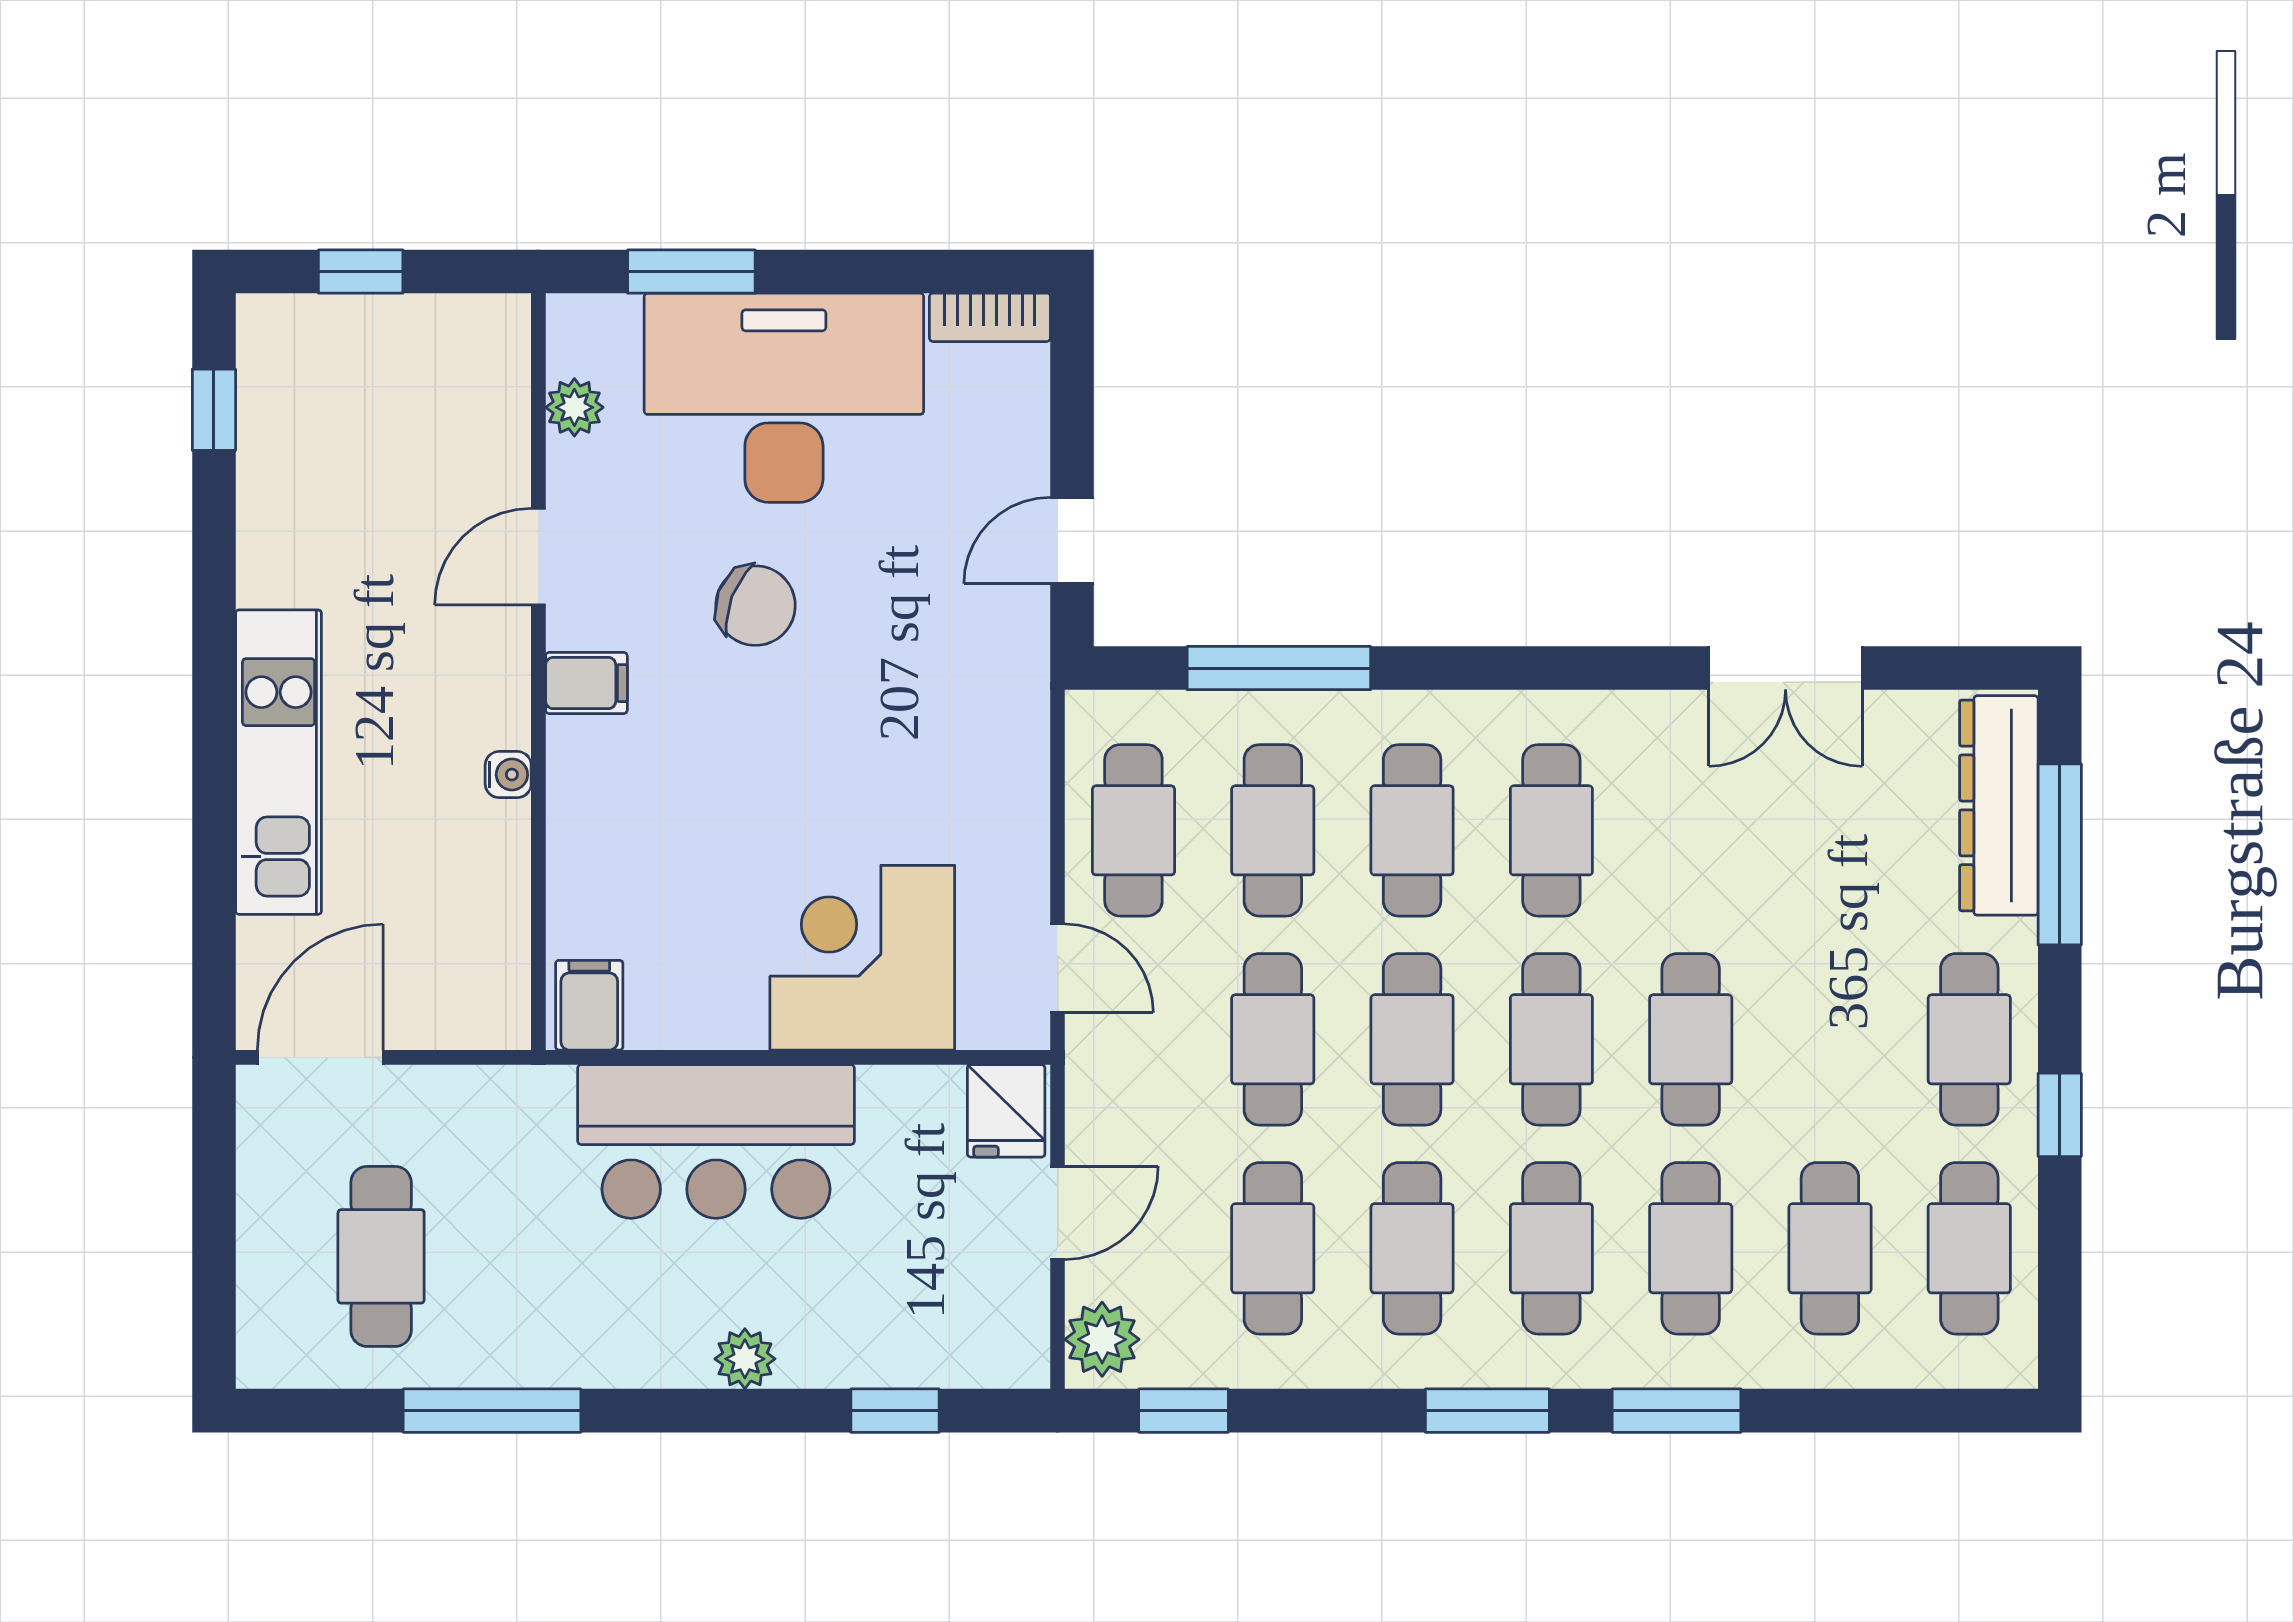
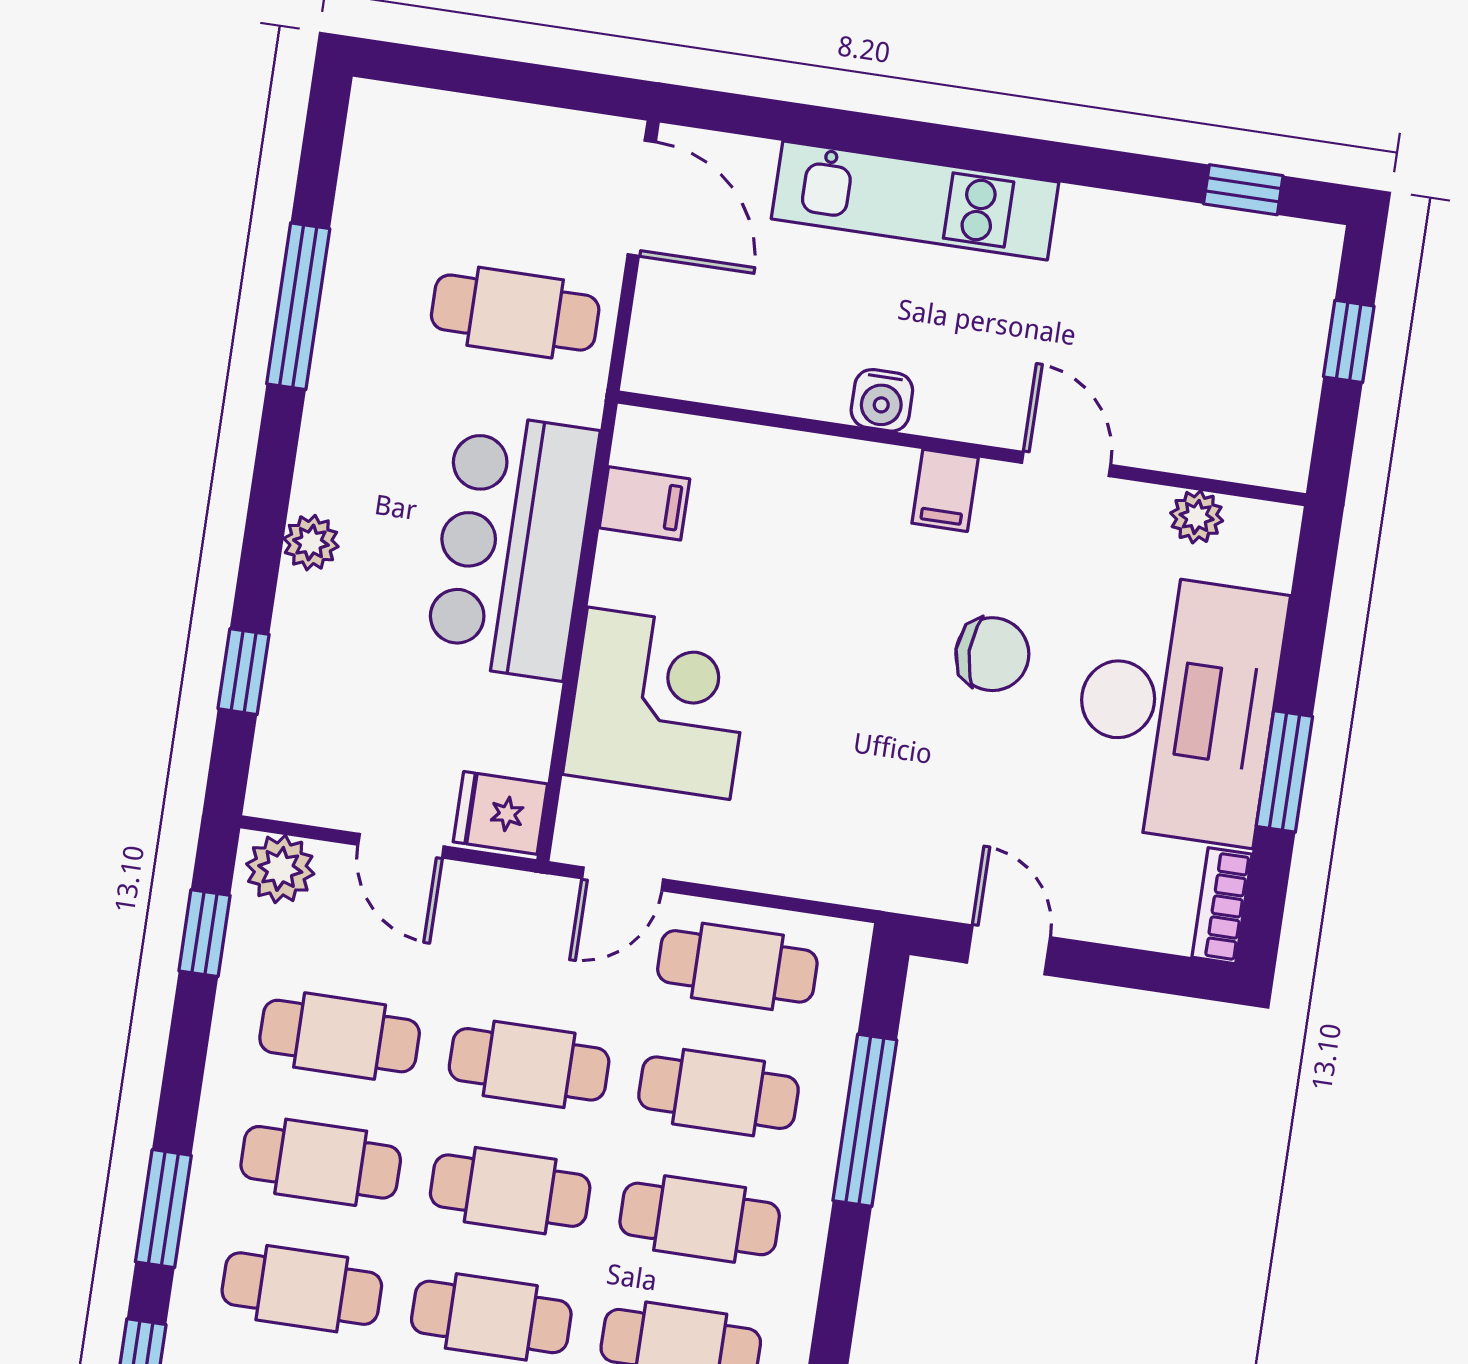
window: (691, 272) -> (1284, 771), moved
chair: (756, 606) -> (992, 654), turned -111
water cooler: (508, 775) -> (882, 400), width x1.38, depth x1.38
filing cabinet: (589, 1005) -> (644, 503), moved
cafe table: (381, 1256) -> (515, 313), moved

